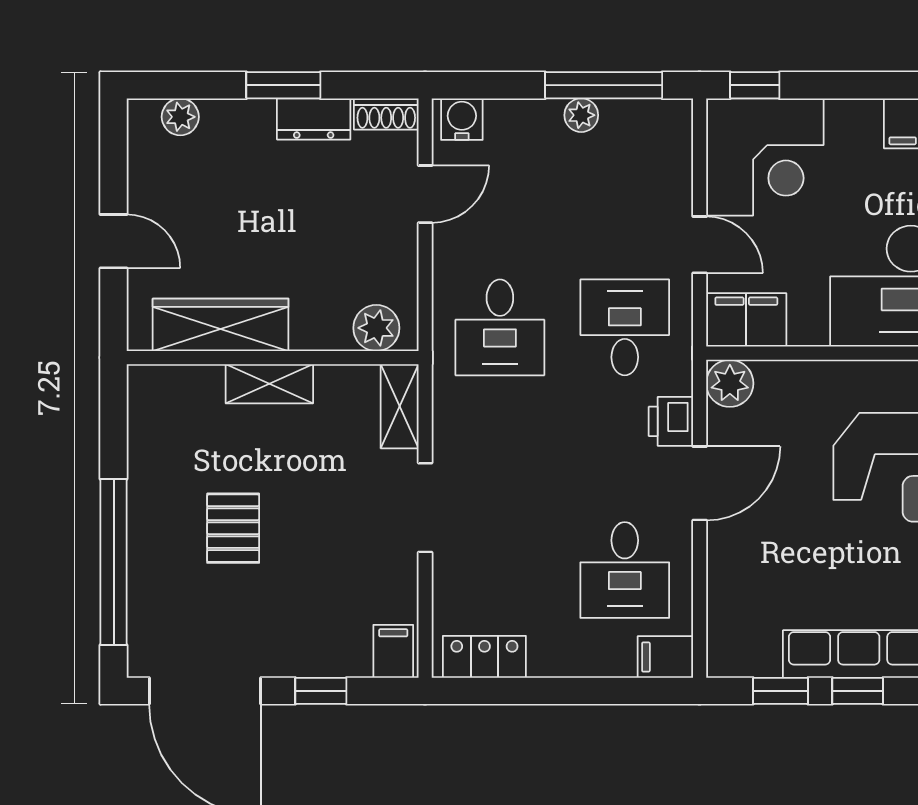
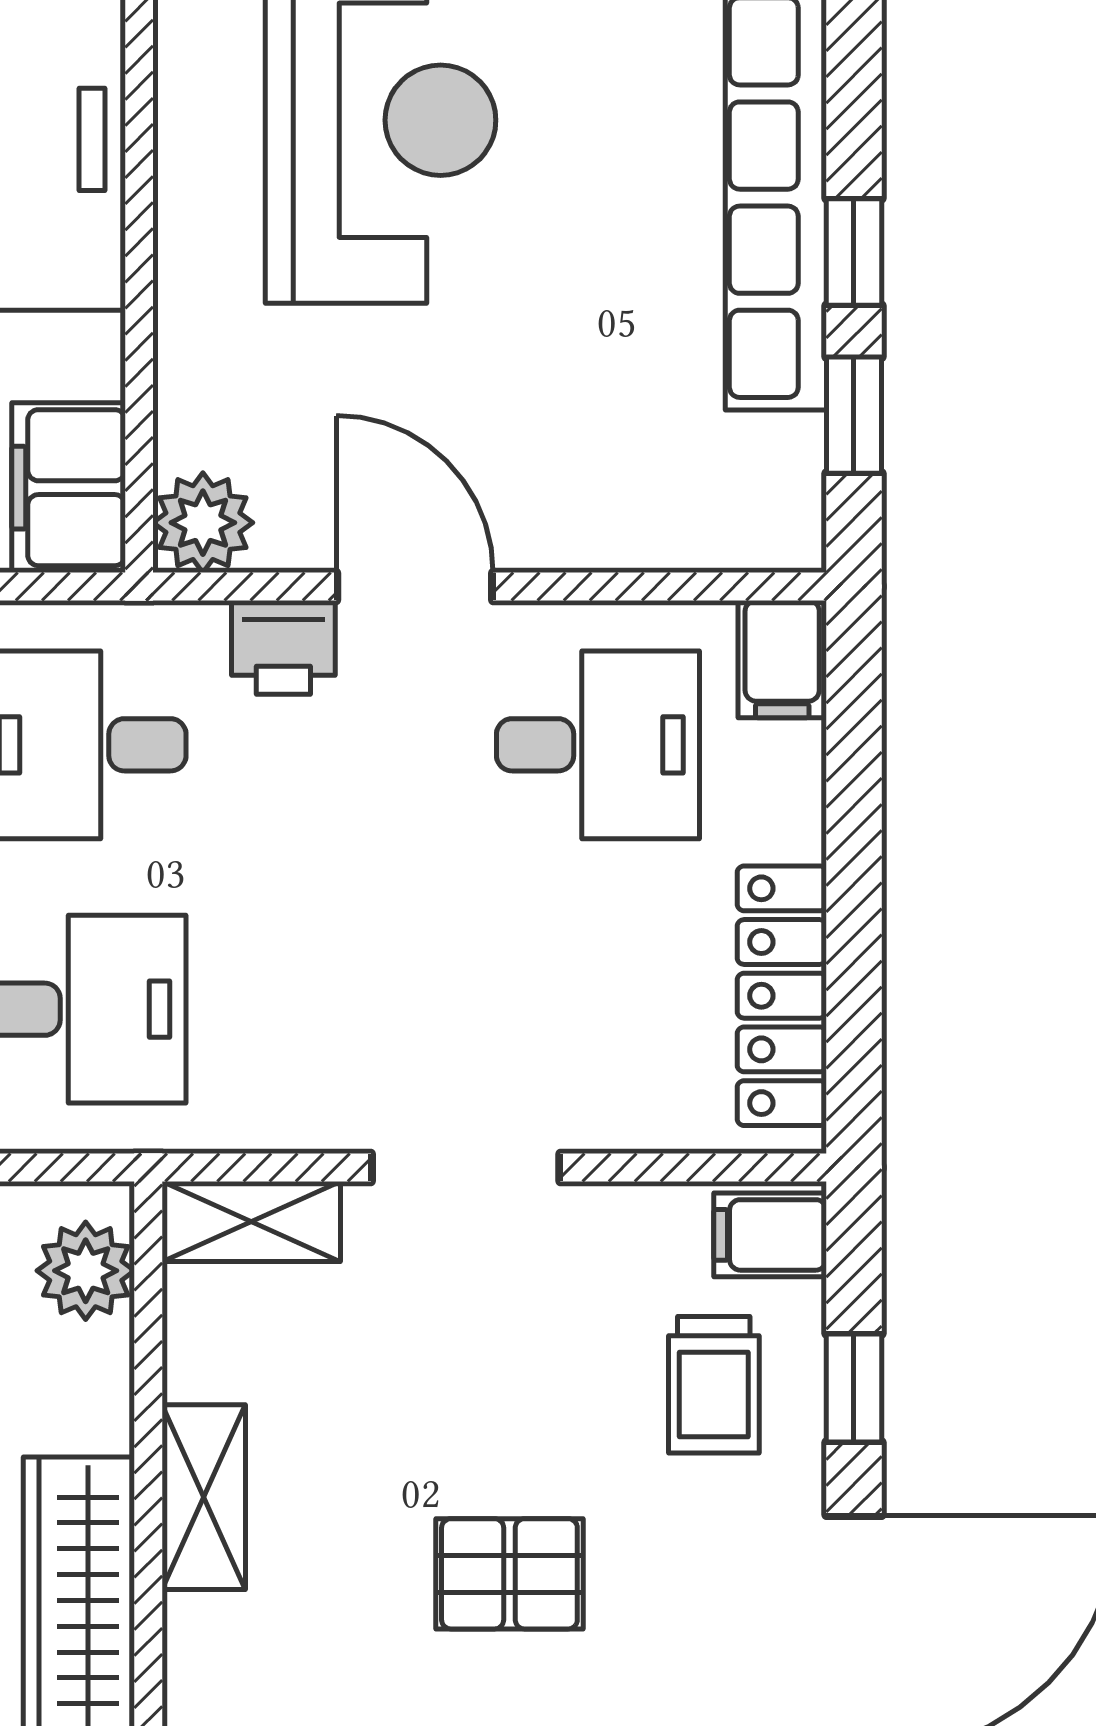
trolley: (322, 625) -> (714, 1385), added
locker: (484, 657) -> (782, 996), width x1.53

